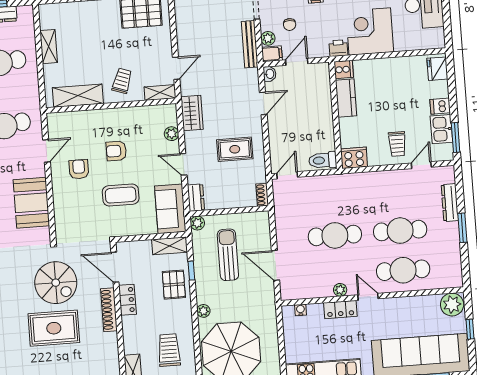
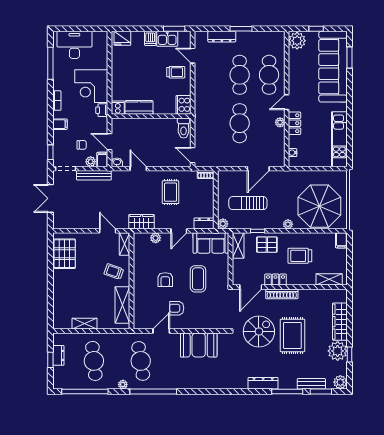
door: (46, 151) -> (161, 331), hinge flipped
trolley: (169, 350) -> (300, 256), moved

